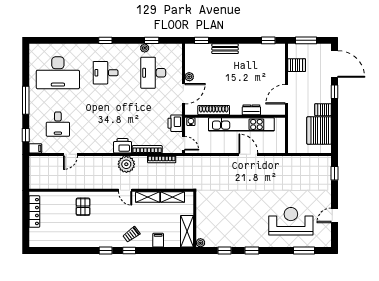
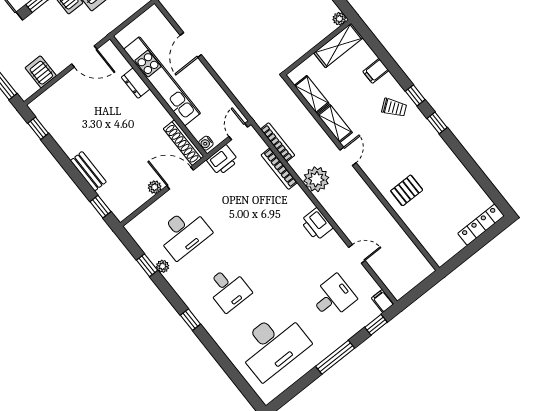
desk: (58, 73) -> (273, 345), turned 90
shoe rack: (214, 110) -> (183, 143), moved
printer: (123, 146) -> (317, 224), moved
locker: (34, 212) -> (481, 225), moved

